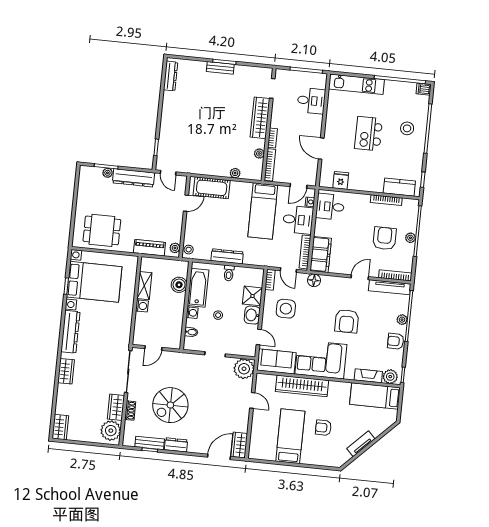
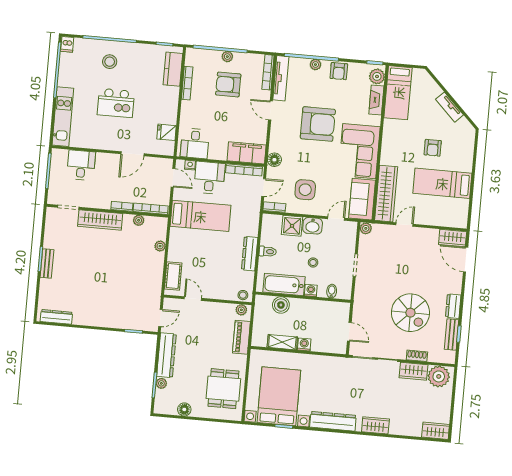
cot: (212, 188) -> (173, 276), width x0.73, depth x0.75
floor lamp: (83, 194) -> (184, 409), added
armchair: (347, 321) -> (318, 124), width x1.36, depth x1.36
plant: (244, 369) -> (366, 228), width x0.53, depth x0.53
wardrobe: (302, 386) -> (386, 194), moved

